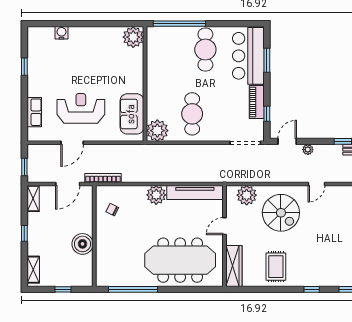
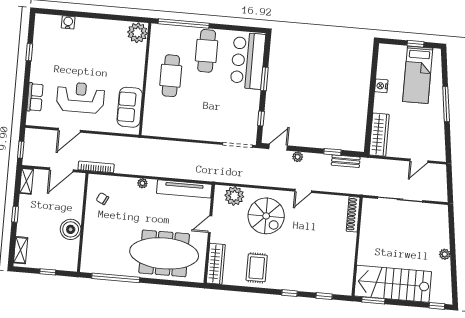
window: (267, 60) -> (264, 79), moved
piano: (257, 102) -> (252, 106), removed
cafe table: (192, 114) -> (171, 76), moved
plant: (157, 131) -> (153, 126), removed
plant: (156, 195) -> (142, 183), width x0.53, depth x0.53

